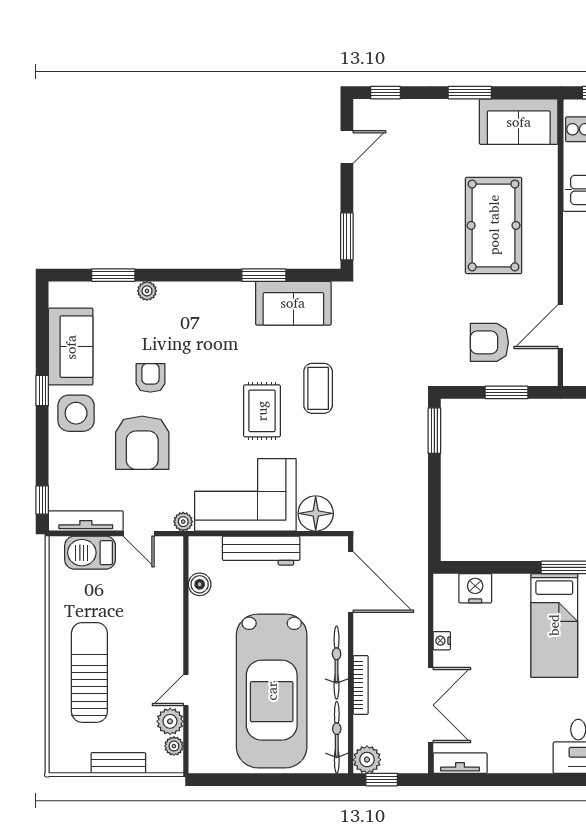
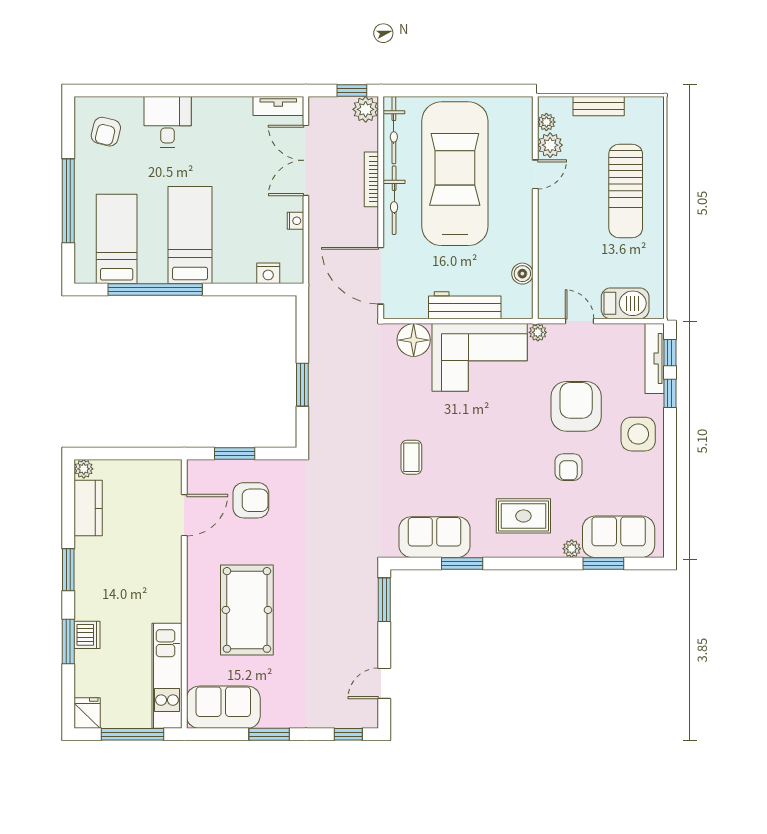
sofa: (71, 347) -> (619, 537), moved, turned 90
coffee table: (318, 388) -> (411, 457), width x0.73, depth x0.77
window: (42, 391) -> (670, 393), moved
rug: (262, 411) -> (523, 516), moved, turned 90
window: (434, 431) -> (302, 385), moved
tv unit: (86, 521) -> (655, 359), moved, turned 90
nightstand: (475, 588) -> (268, 273), width x0.74, depth x0.75

